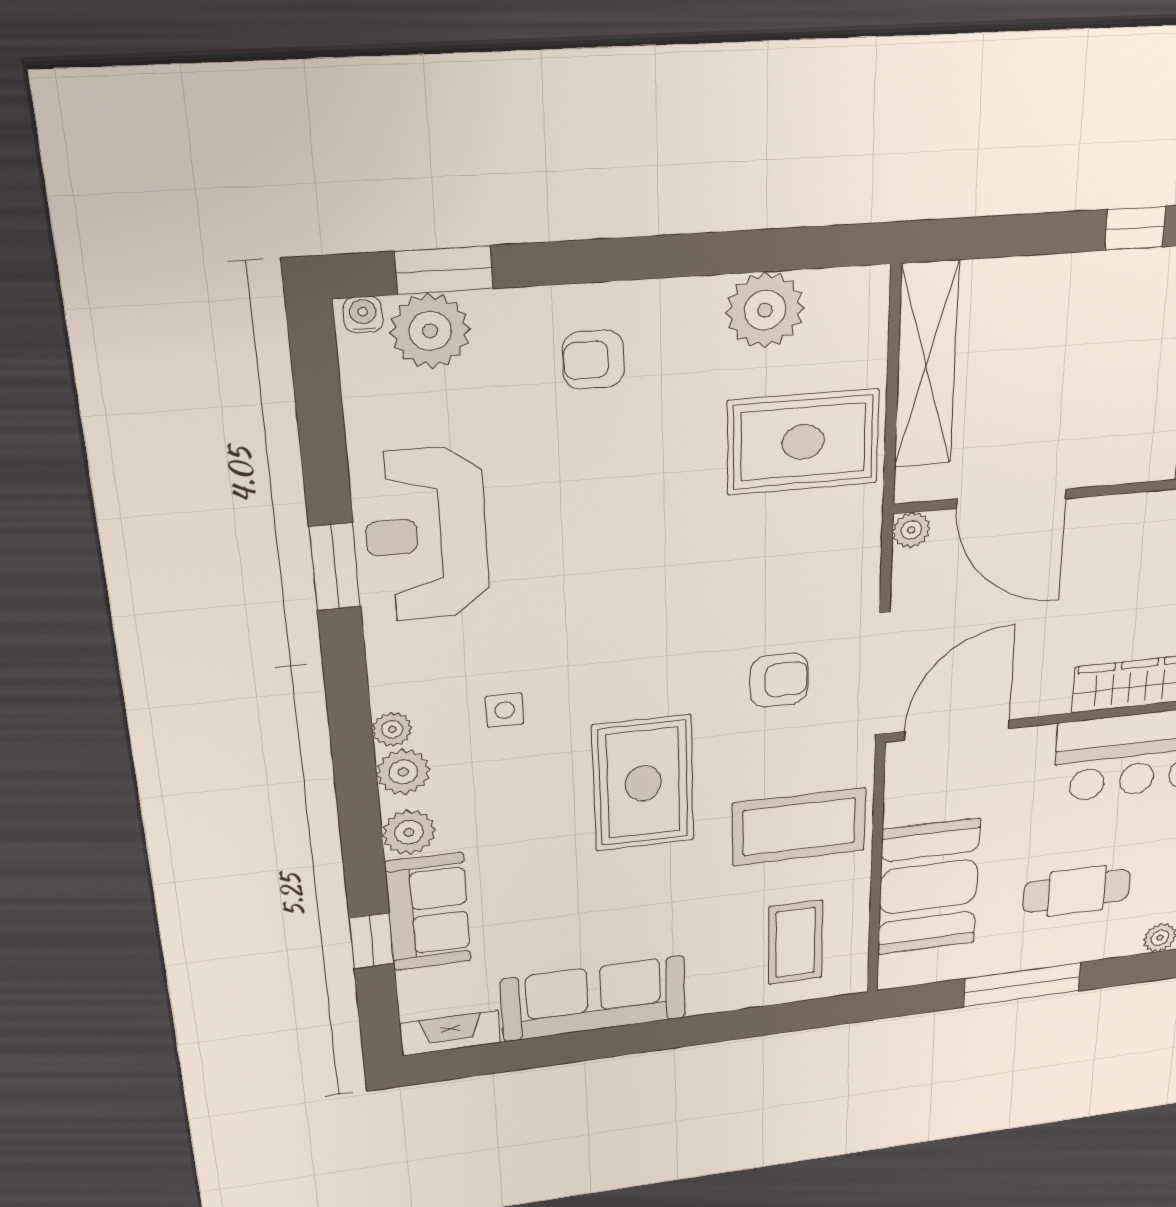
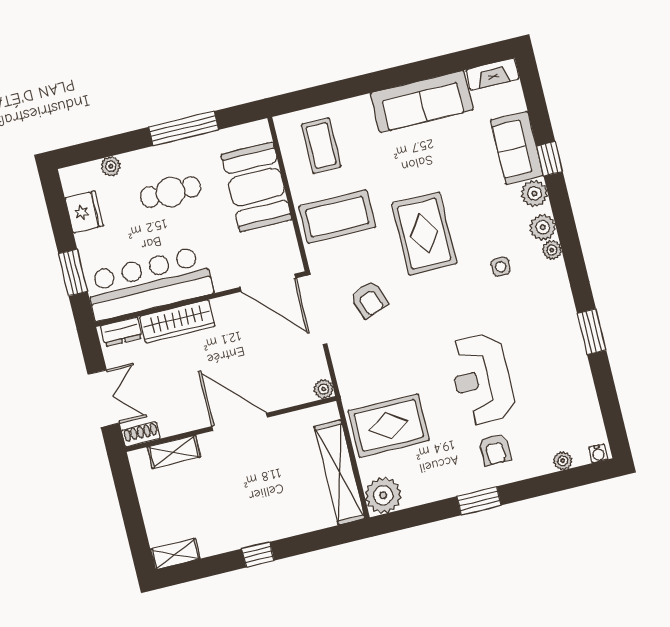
window: (444, 270) -> (479, 501), moved
plant: (765, 310) -> (383, 495), moved
plant: (430, 331) -> (563, 461), width x0.53, depth x0.53
armchair: (593, 360) -> (495, 450), turned 90
door: (1012, 499) -> (240, 422), moved
reception desk: (426, 535) -> (482, 379), moved, turned 180
armchair: (779, 680) -> (369, 300), turned -110
door: (957, 730) -> (268, 283), hinge flipped
window: (372, 941) -> (549, 159), moved

